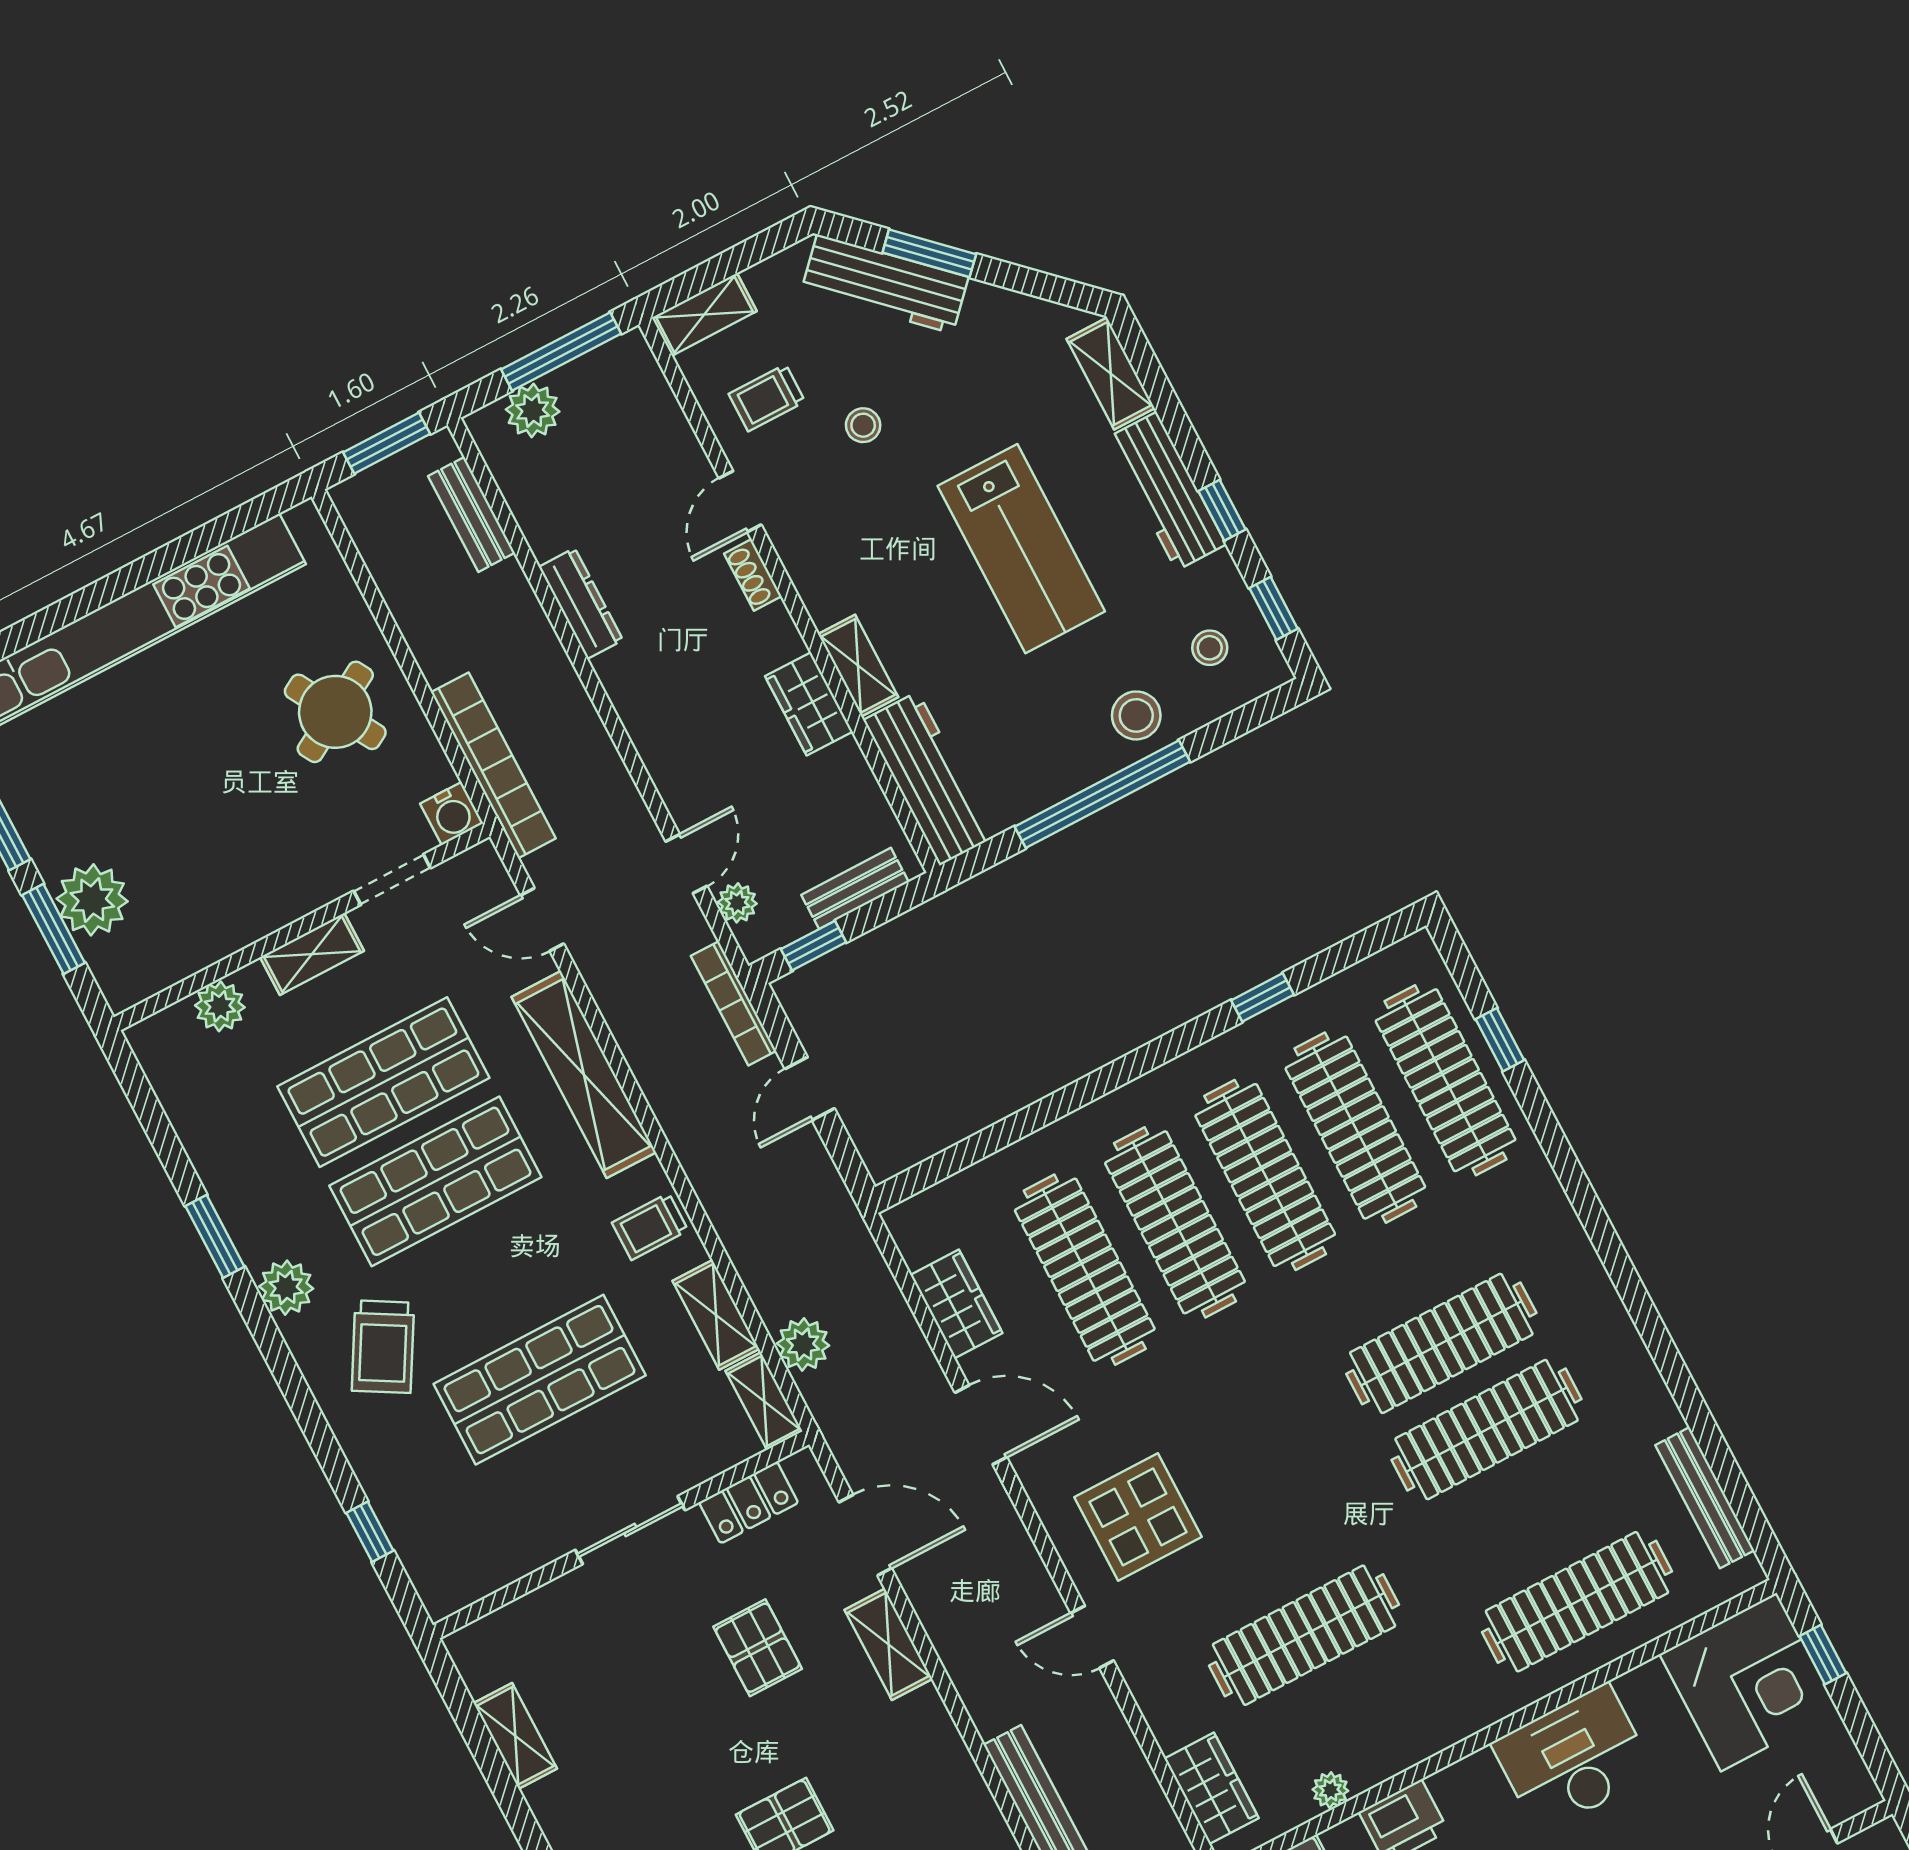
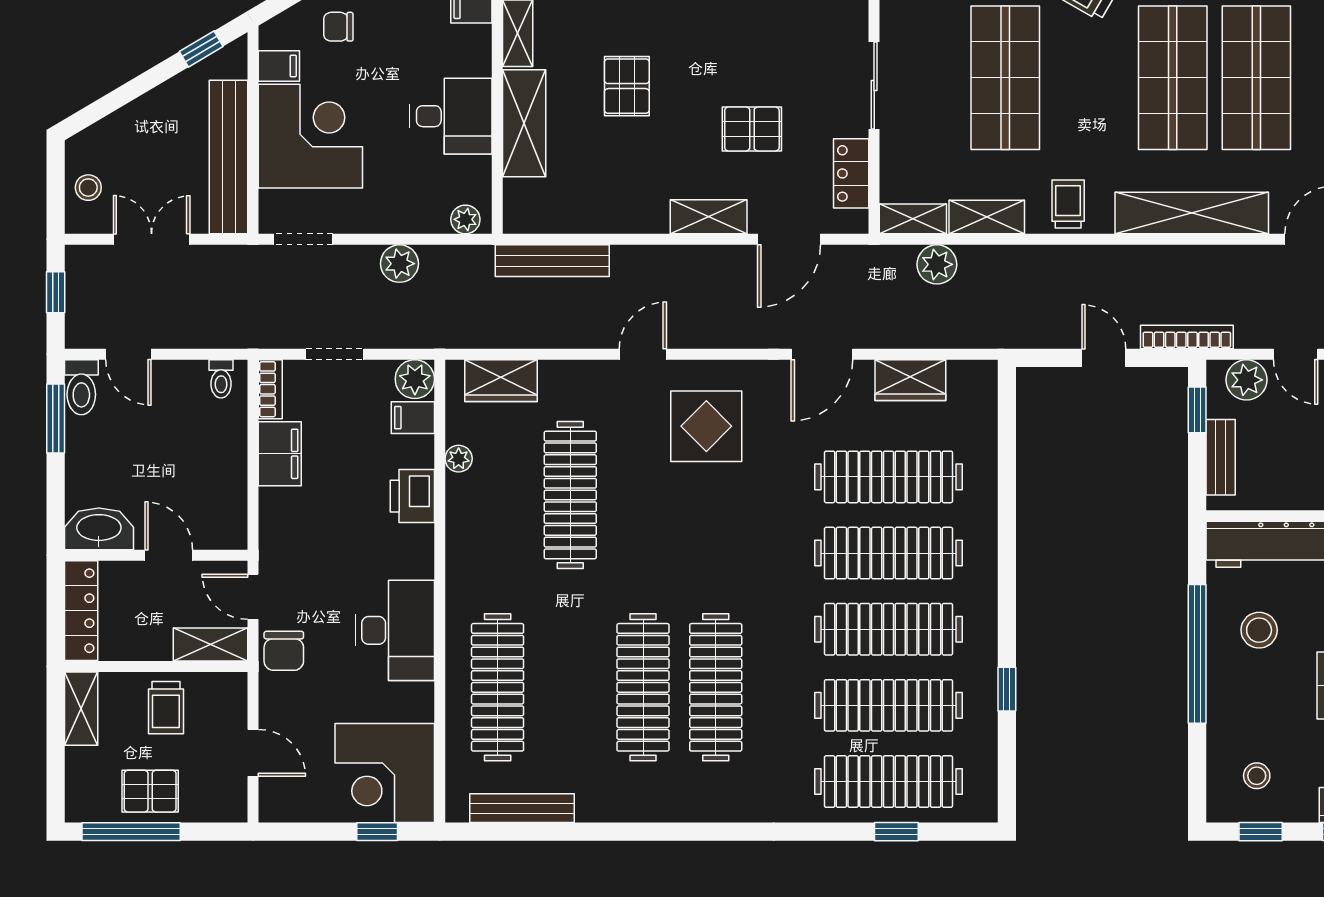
stool: (1136, 715) -> (1259, 630), moved
plant: (737, 903) -> (1246, 380), width x1.38, depth x1.38

